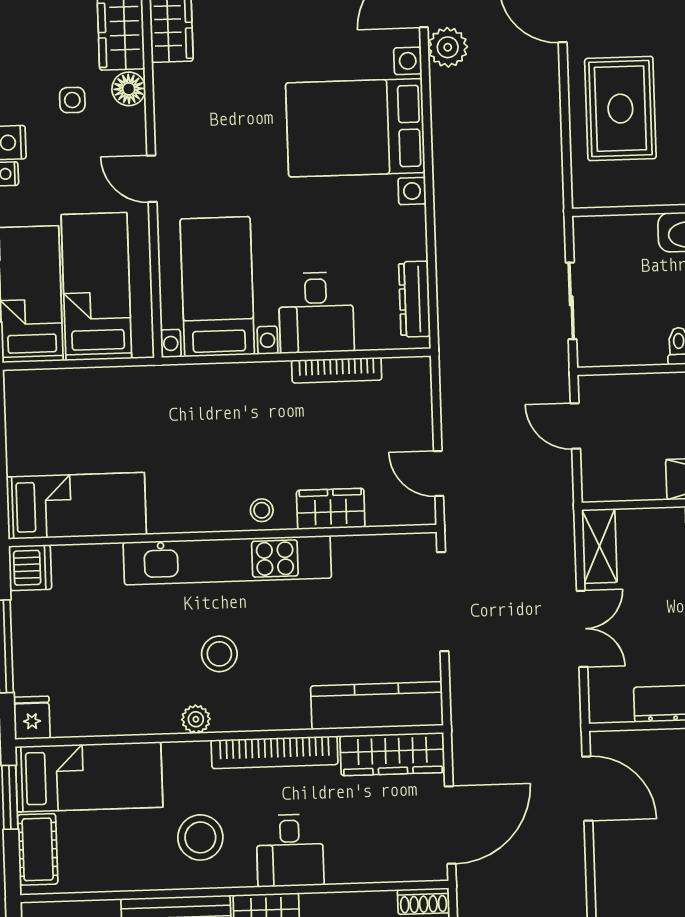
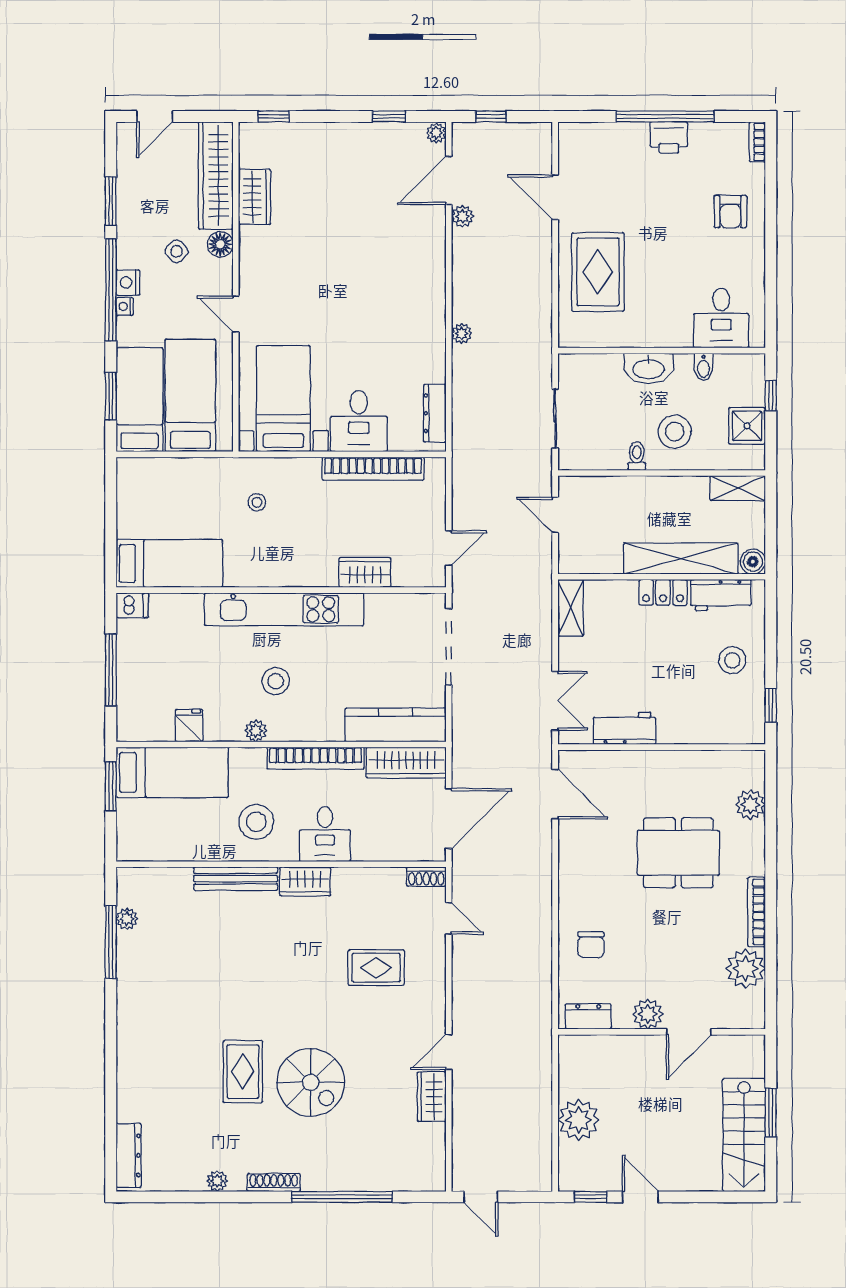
plant: (448, 47) -> (462, 216), width x0.73, depth x0.73
side table: (72, 100) -> (177, 251), turned 45
bed with nightstands: (355, 128) -> (394, 280), removed
plant: (446, 194) -> (462, 333), added
bookcase: (337, 370) -> (373, 469), width x1.48, depth x1.31
door: (439, 474) -> (449, 548), swing flipped
stool: (262, 510) -> (257, 502), moved
dishwasher: (30, 568) -> (132, 605), width x0.73
double door: (582, 629) -> (555, 701), moved
fridge: (32, 718) -> (189, 725), moved
cot: (38, 849) -> (131, 827), removed

